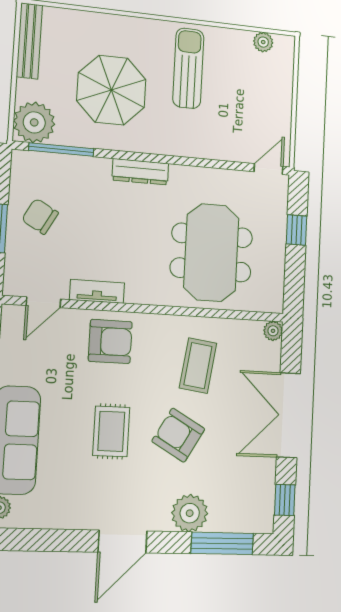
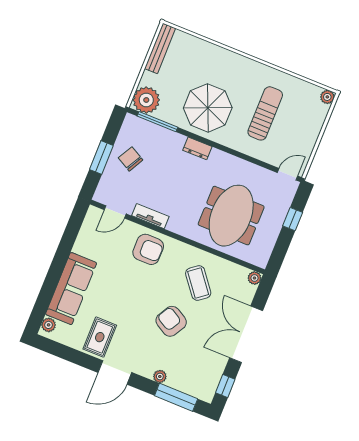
plant: (263, 42) -> (327, 97), moved
sun lounger: (188, 68) -> (265, 113), moved
parasol: (111, 90) -> (208, 108), moved
dresser: (140, 172) -> (197, 148), width x0.70
coffee table: (198, 366) -> (198, 283), turned -46
rug: (111, 431) -> (100, 337), moved
plant: (190, 513) -> (160, 376), width x0.53, depth x0.53

